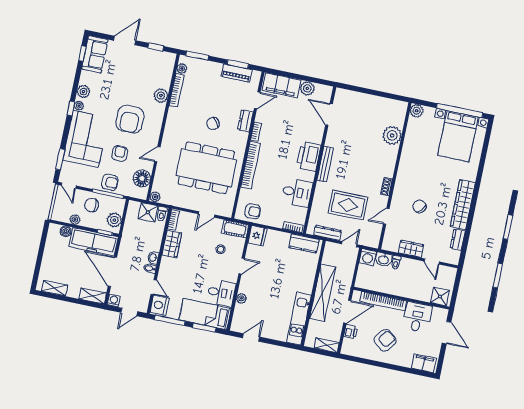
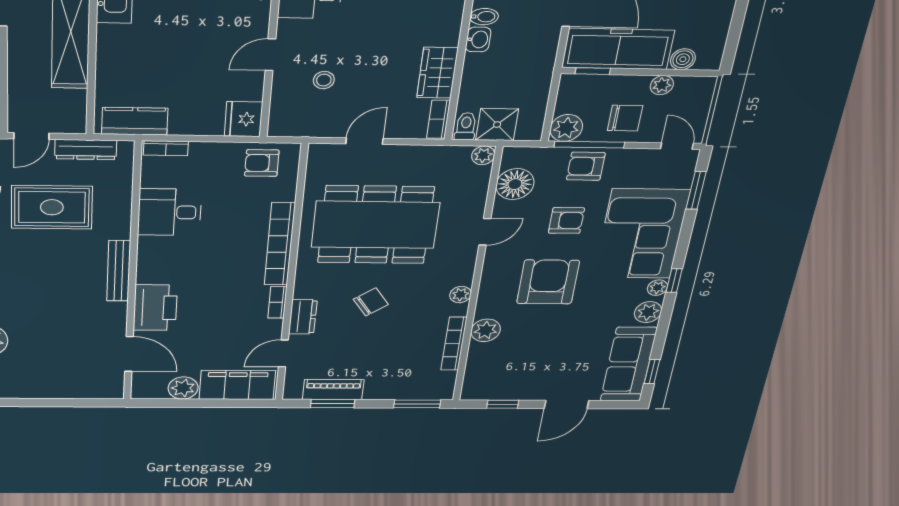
sofa: (95, 54) -> (629, 364), width x1.36
plant: (182, 69) -> (460, 295), moved
armchair: (120, 153) -> (566, 221), turned -90
printer: (309, 157) -> (155, 308), moved
plant: (114, 220) -> (566, 128), moved
cot: (235, 229) -> (296, 124), removed

